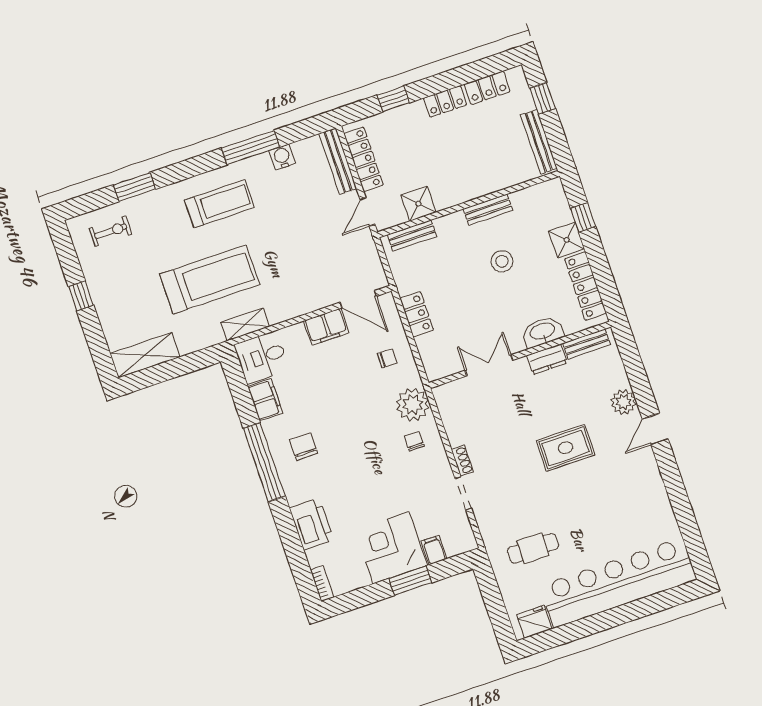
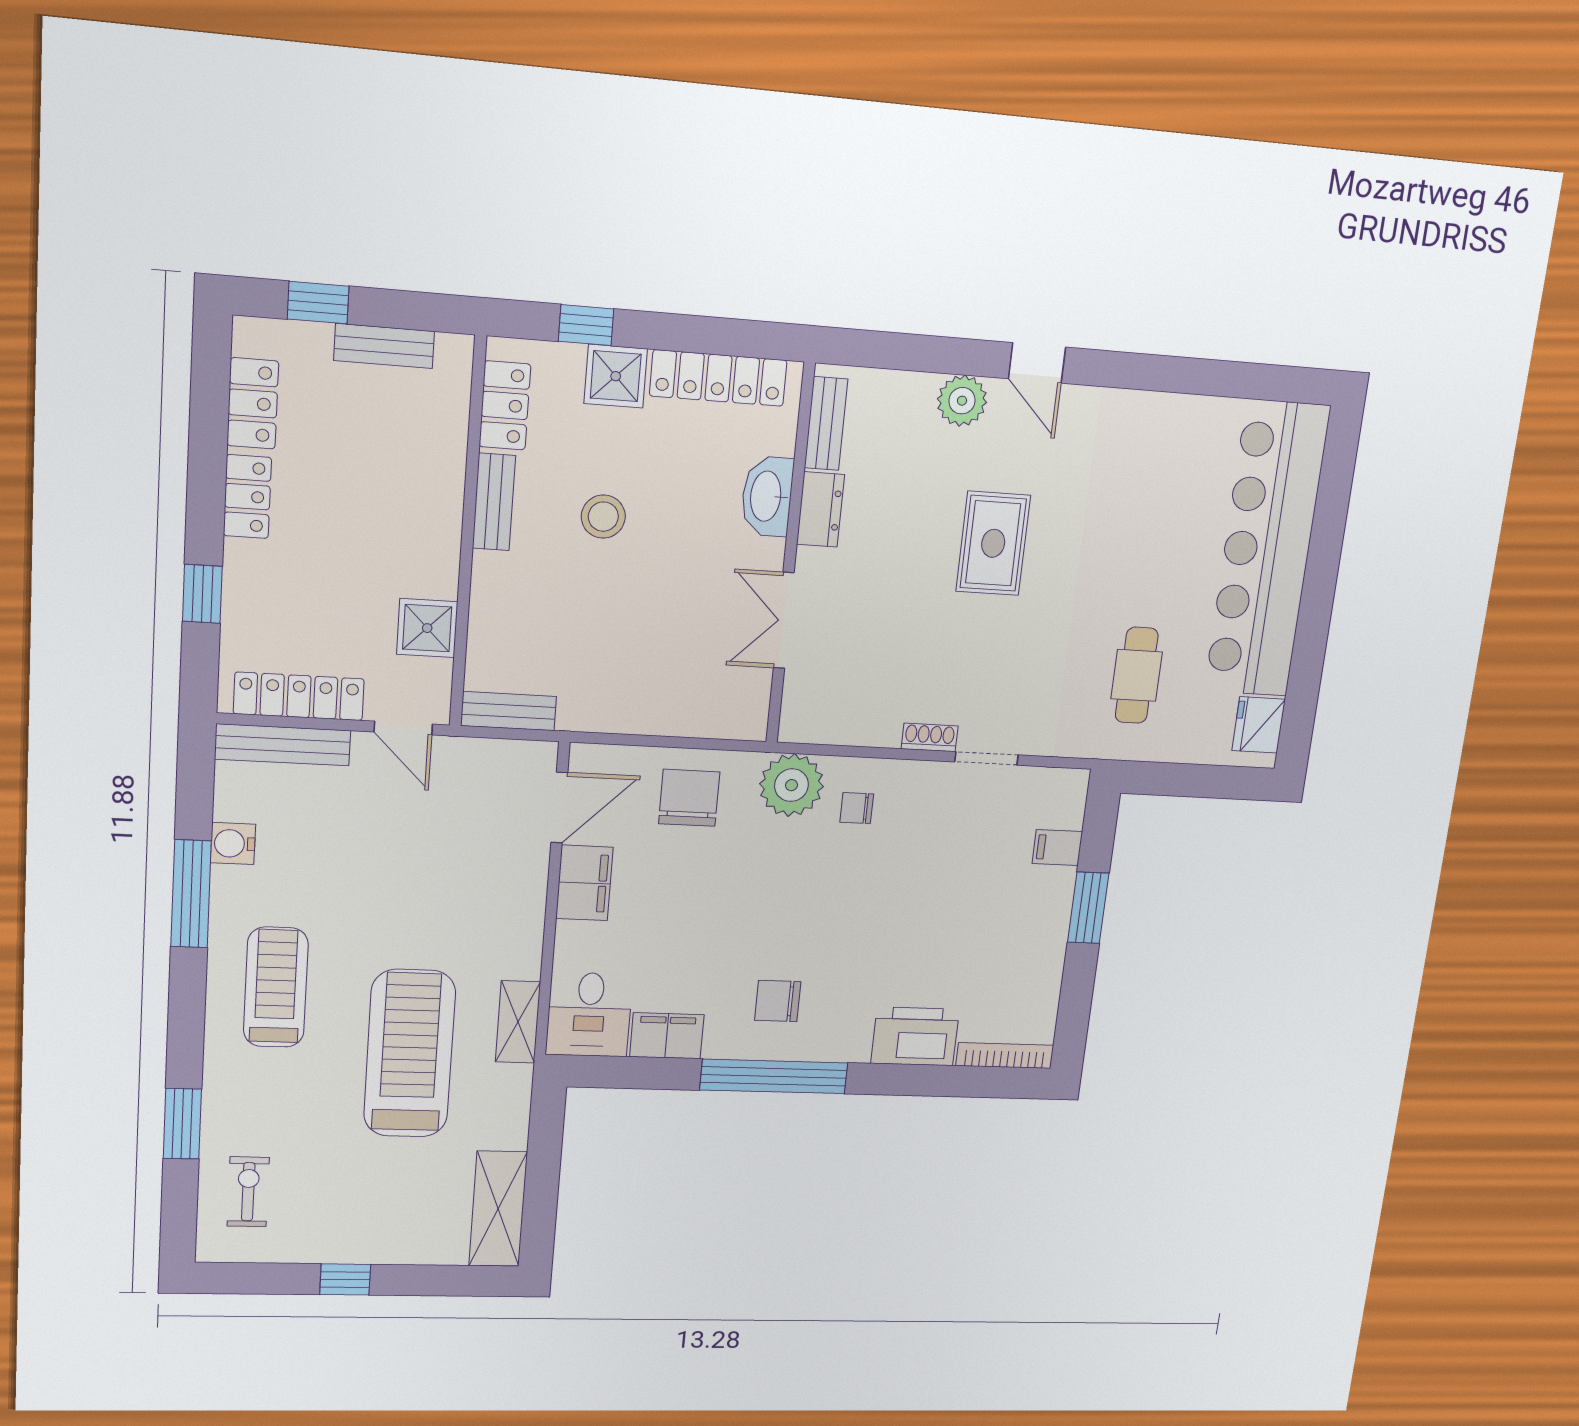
bench: (539, 142) -> (384, 346), width x0.73
bench: (412, 235) -> (509, 711), moved, turned 90
locker: (417, 314) -> (505, 405), moved, turned 90
chair: (387, 358) -> (689, 798), width x1.87, depth x1.87
corner desk: (391, 548) -> (1018, 919), removed
bookcase: (322, 584) -> (1005, 1056), width x1.56

